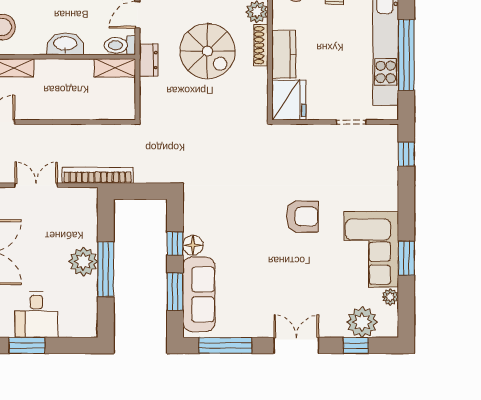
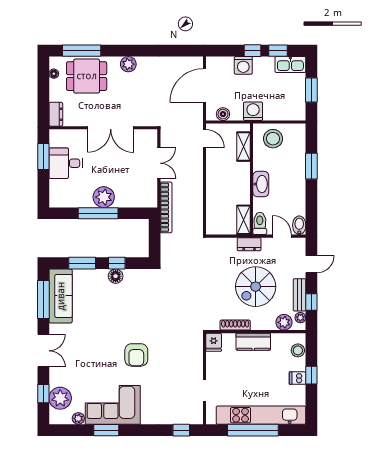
shoe rack: (261, 45) -> (235, 325), moved
fridge: (289, 100) -> (214, 342), width x0.53, depth x0.75
sofa: (199, 294) -> (61, 296), moved, turned -90

